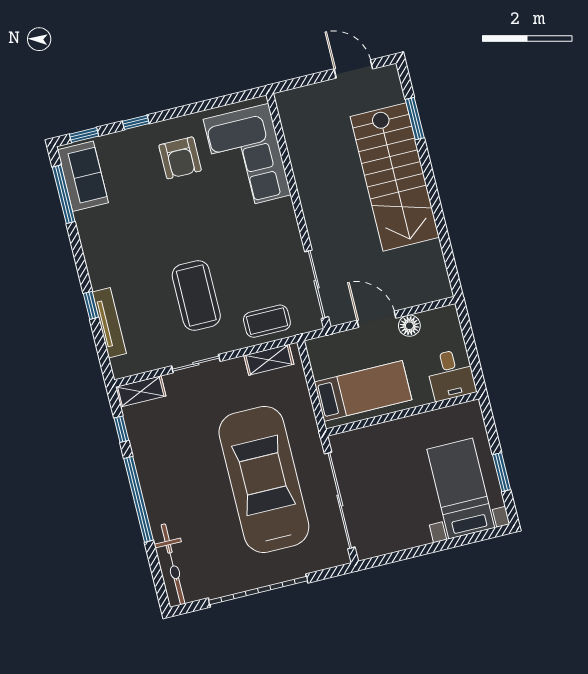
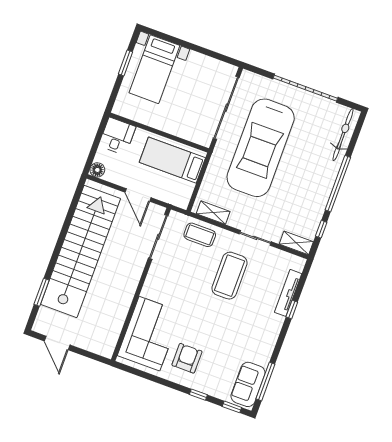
stairs: (395, 177) -> (80, 251), width x1.36
floor lamp: (409, 326) -> (97, 170), moved

